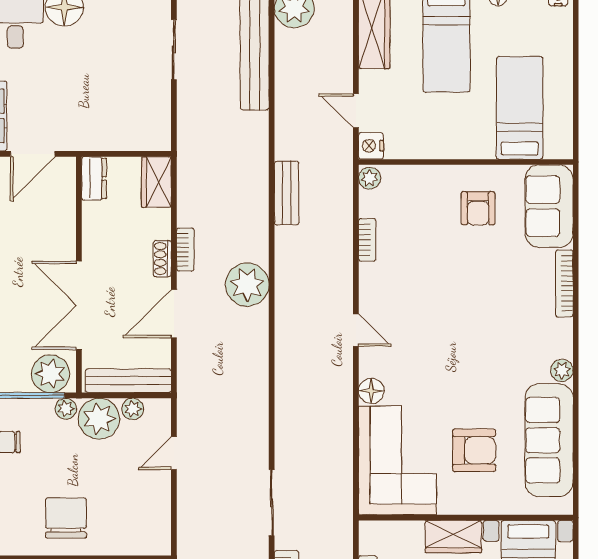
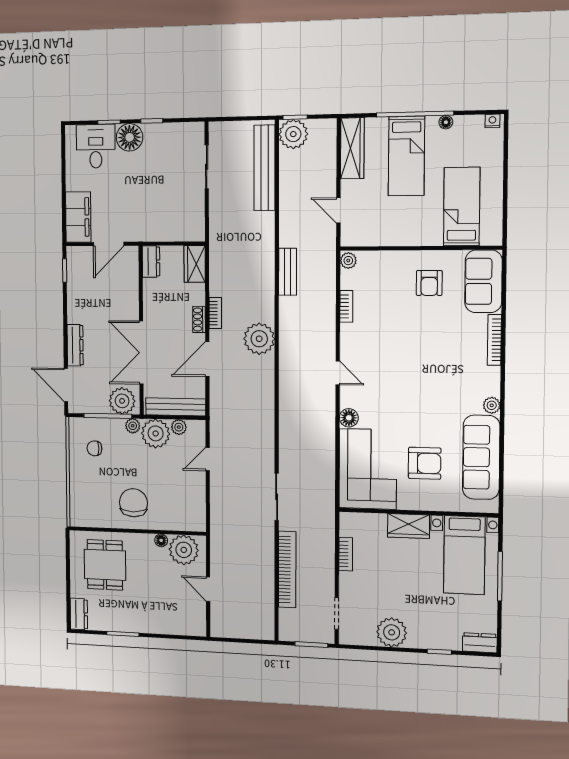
nightstand: (371, 146) -> (349, 236), removed

